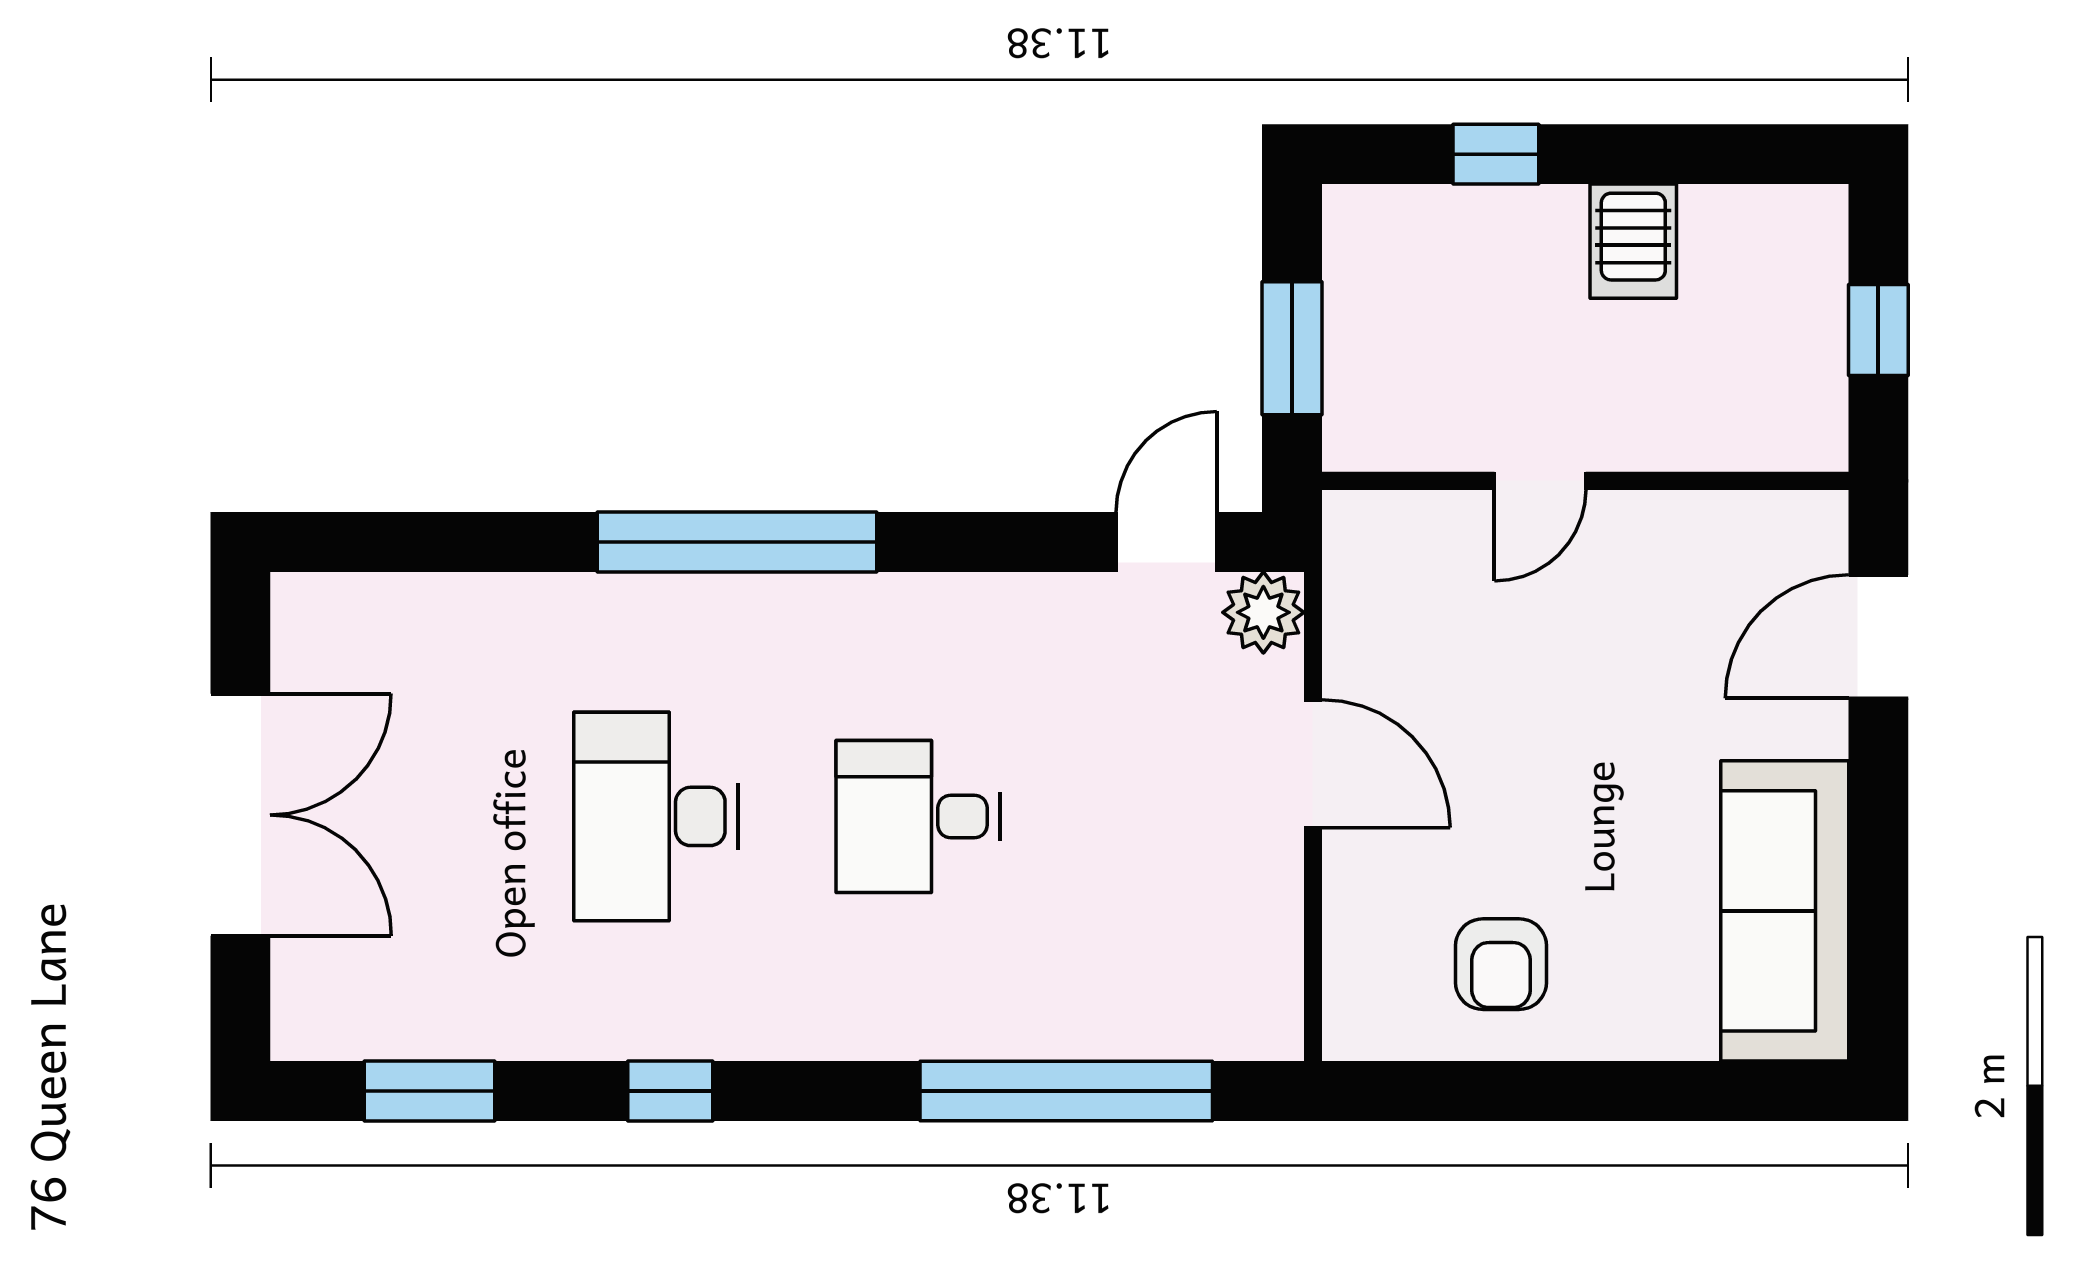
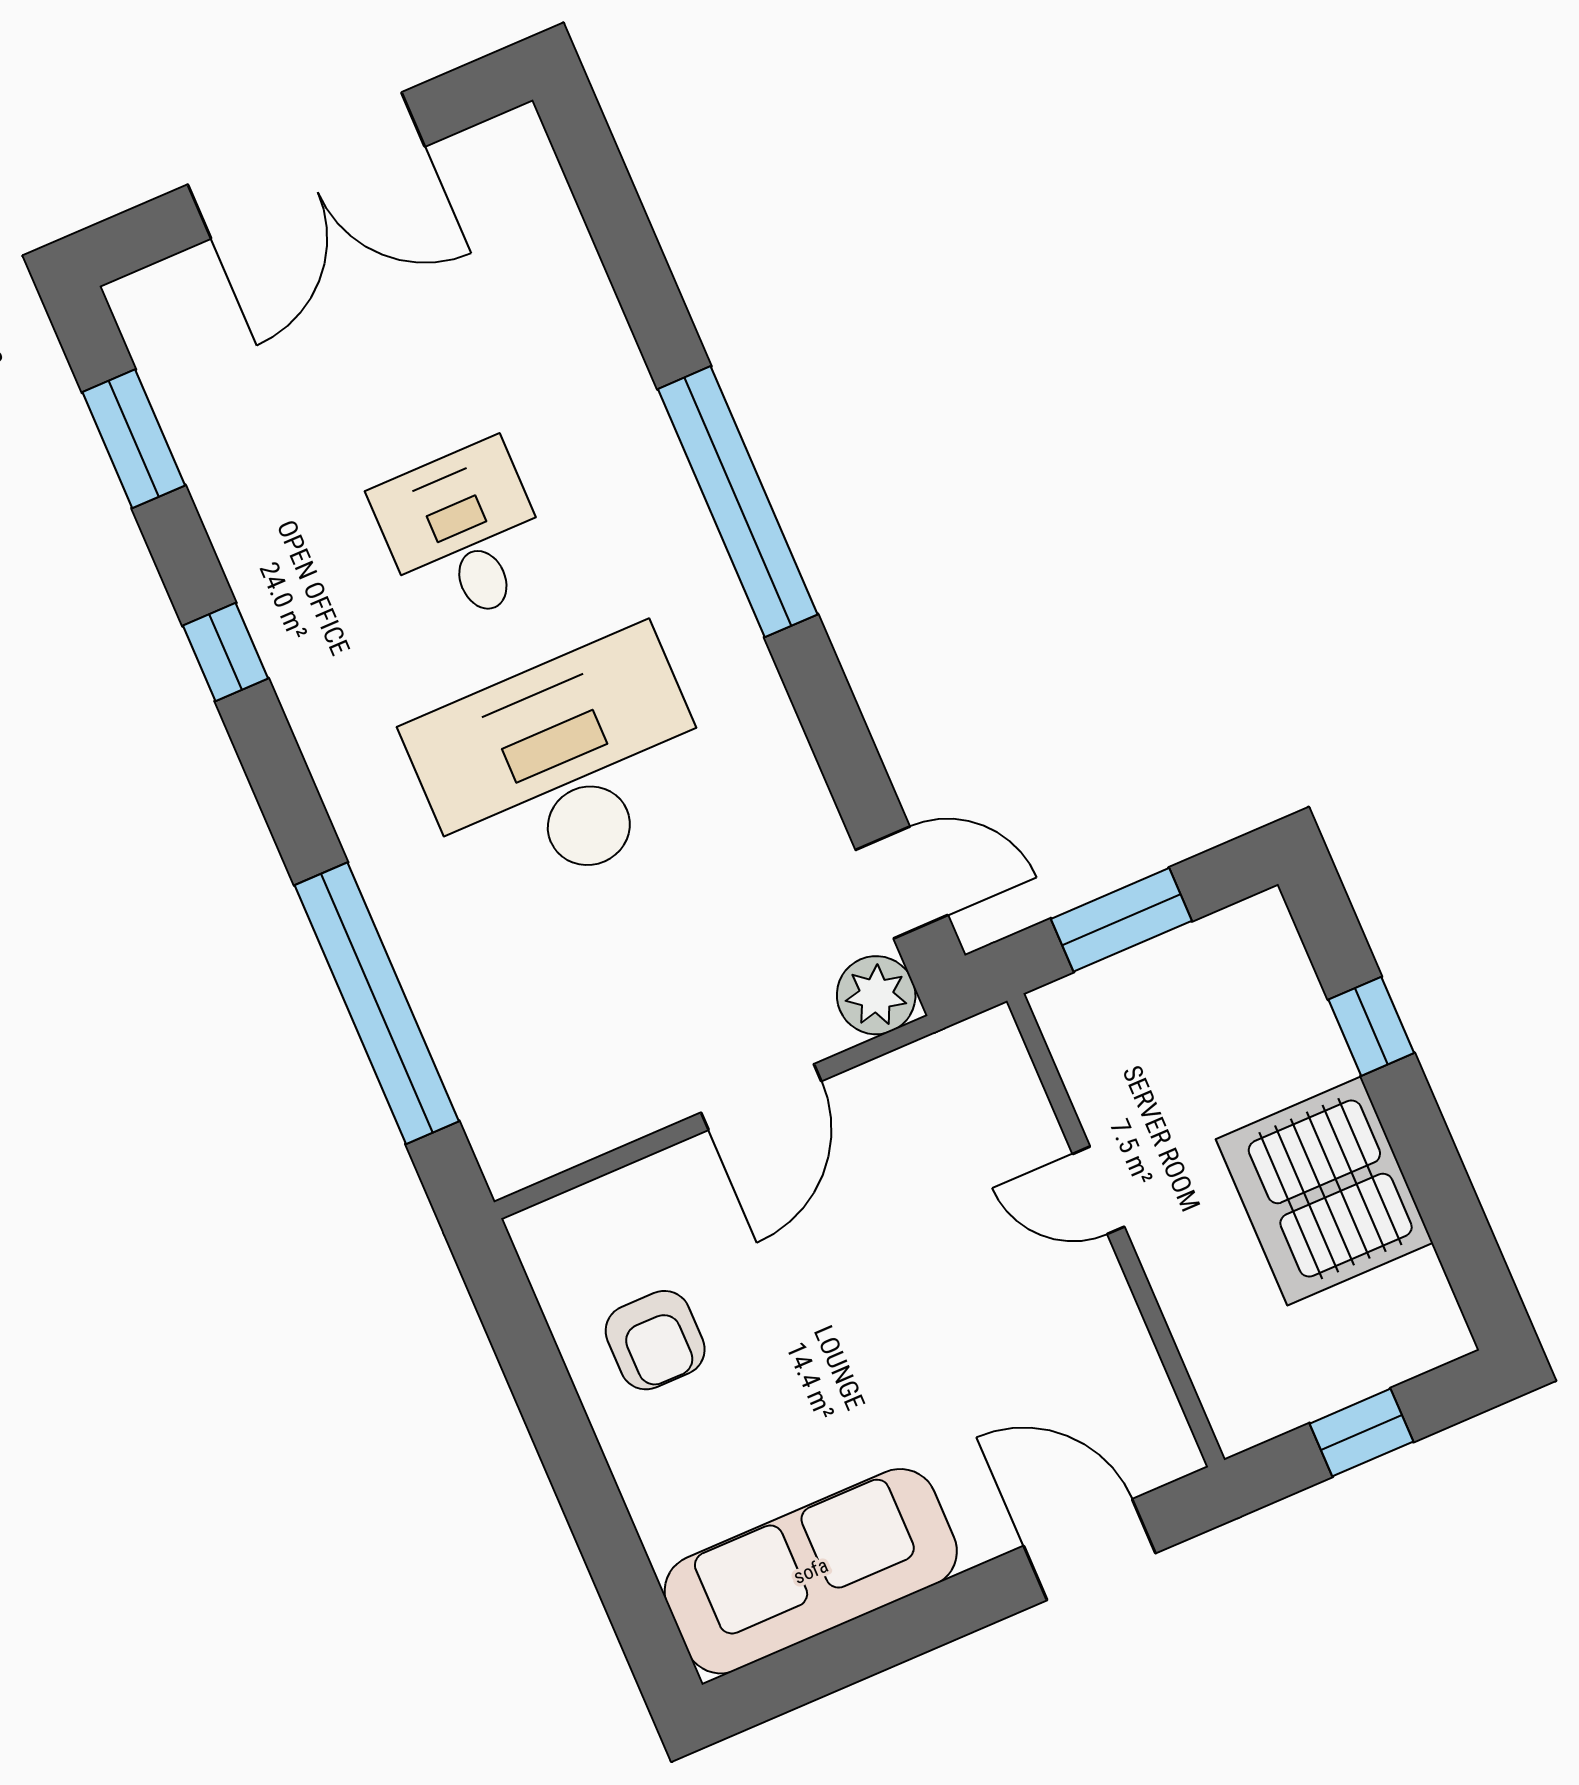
server rack: (1633, 241) -> (1324, 1191), width x2.18, depth x1.44
desk: (656, 816) -> (463, 535), width x0.73
desk: (918, 816) -> (564, 767), width x1.87, depth x1.30
armchair: (1501, 964) -> (655, 1340), turned -90

